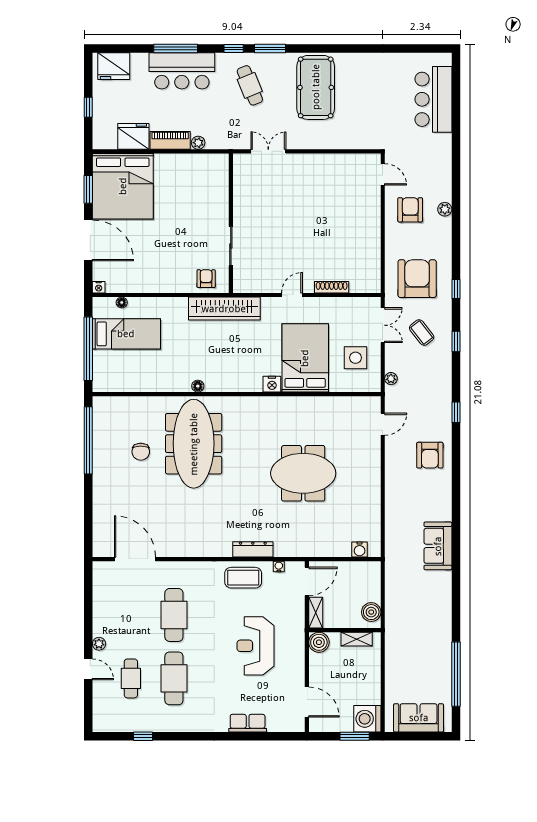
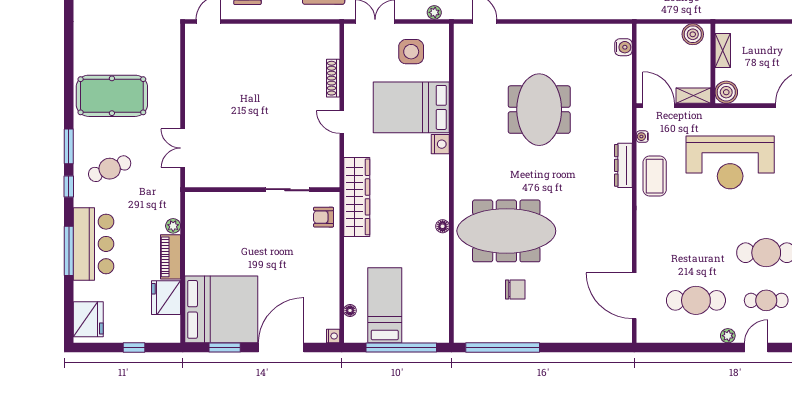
door: (135, 559) -> (634, 296), hinge flipped
cafe table: (174, 615) -> (696, 300), moved
reception desk: (255, 646) -> (730, 162), width x1.36, depth x1.30

